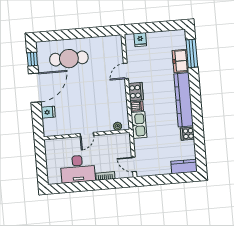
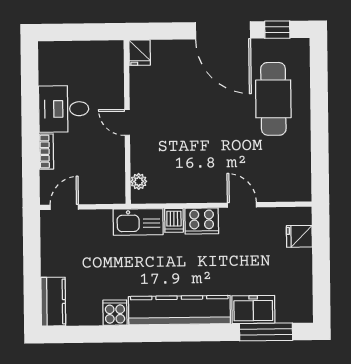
fridge: (48, 112) -> (140, 53), moved
desk: (78, 169) -> (64, 109), width x0.73

